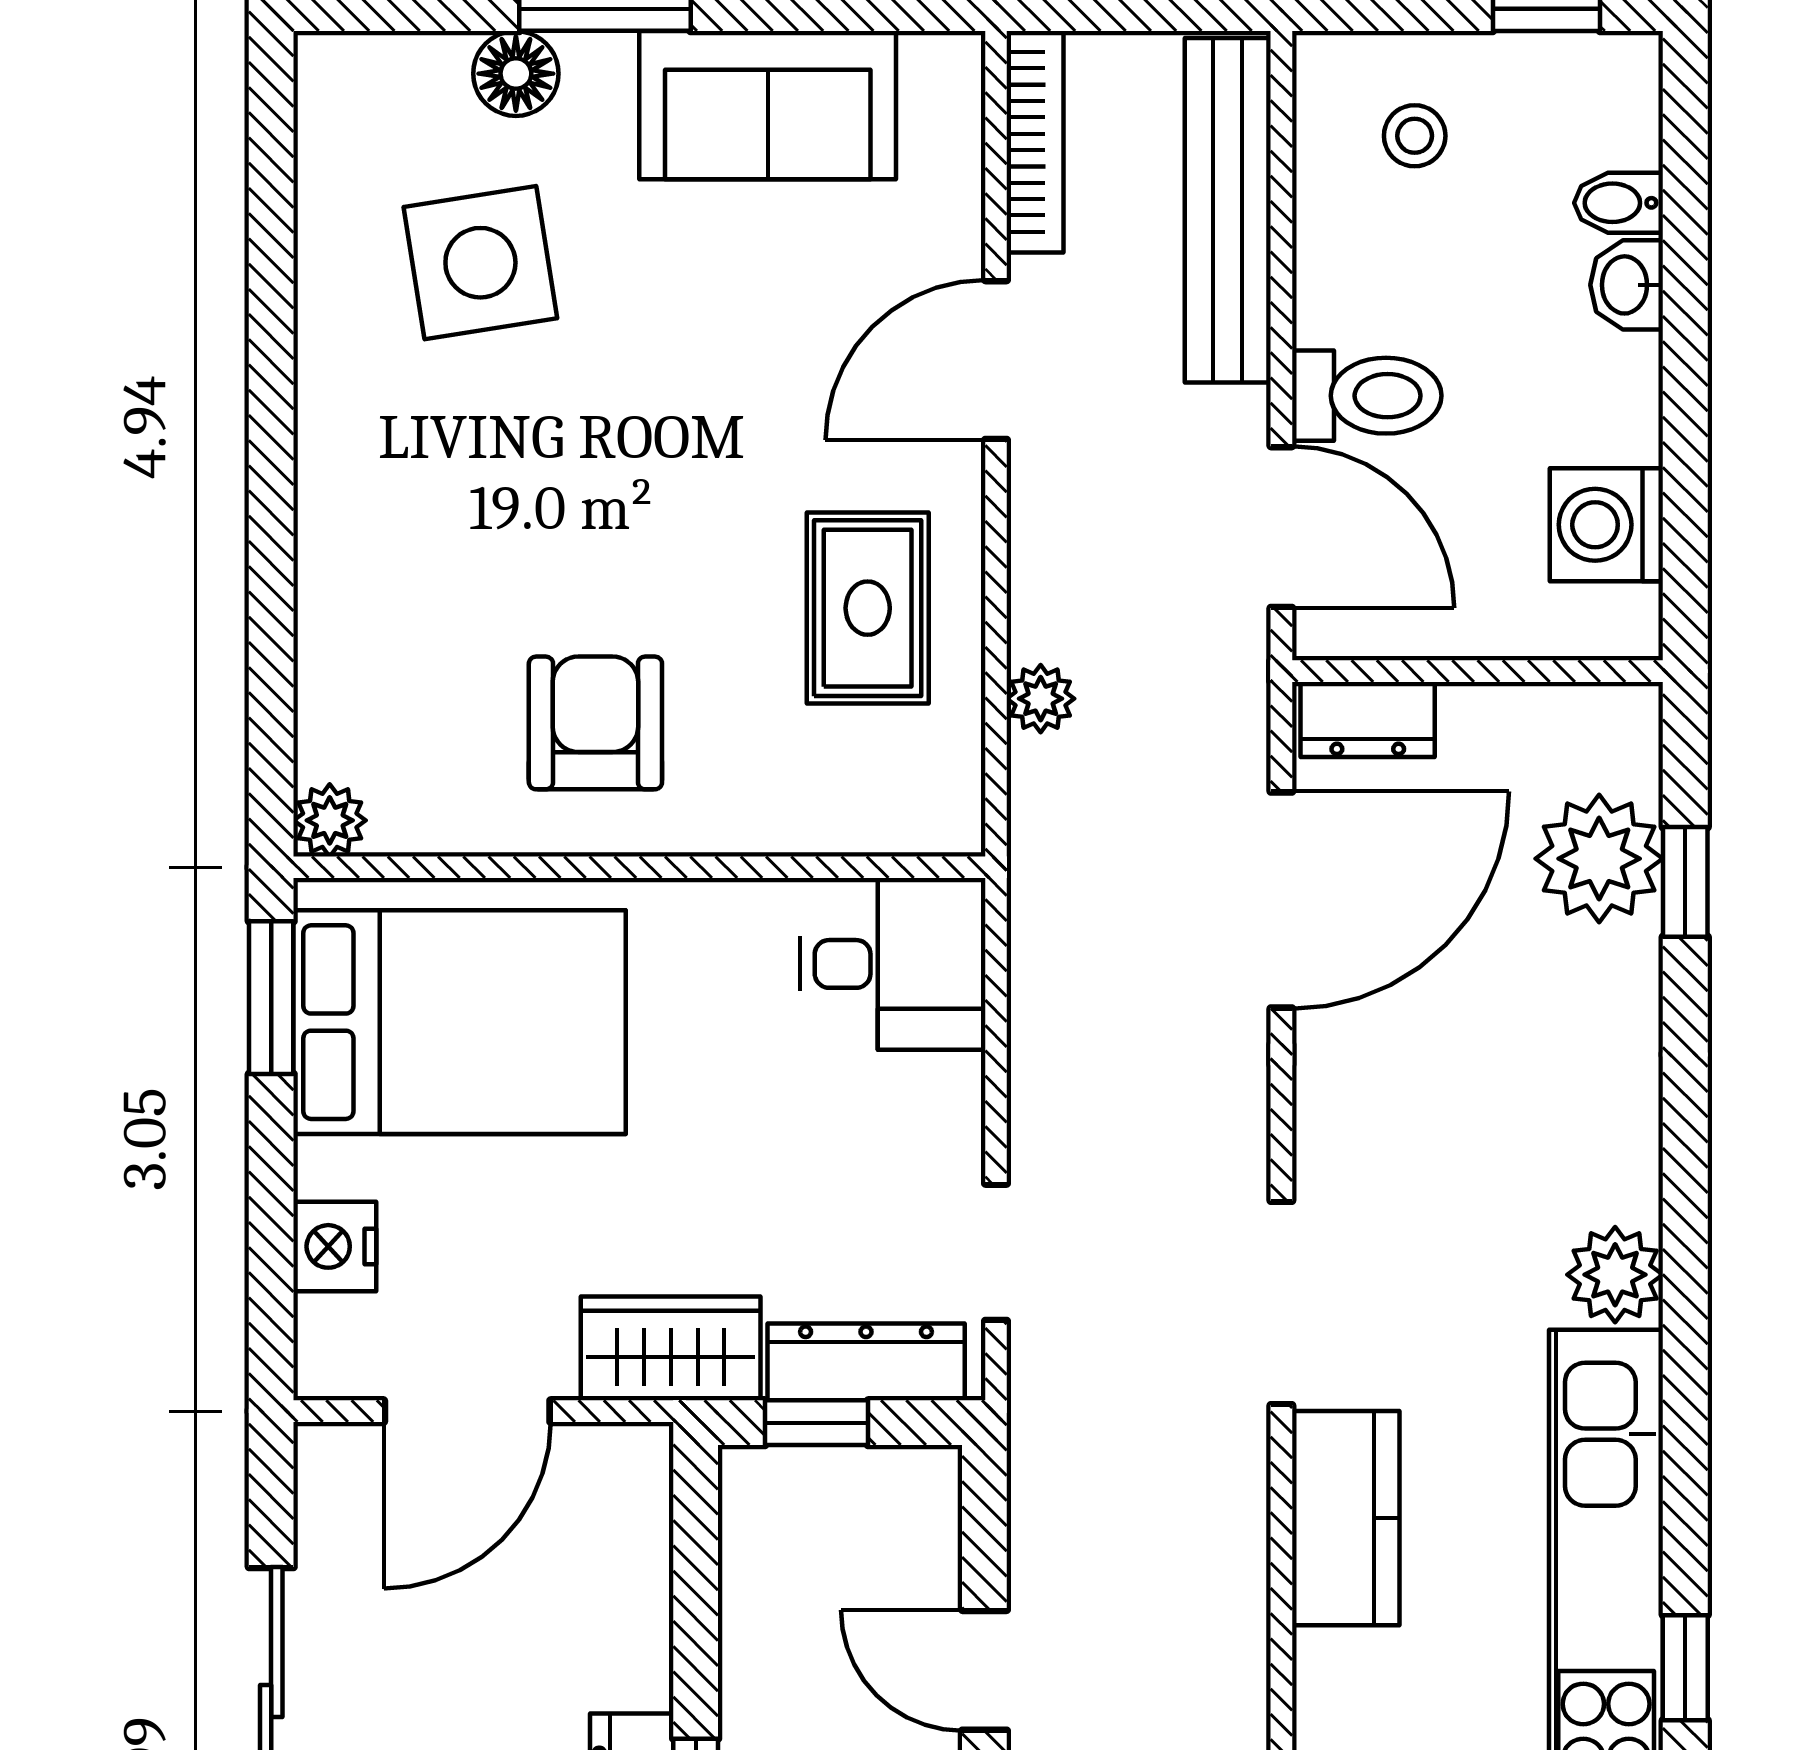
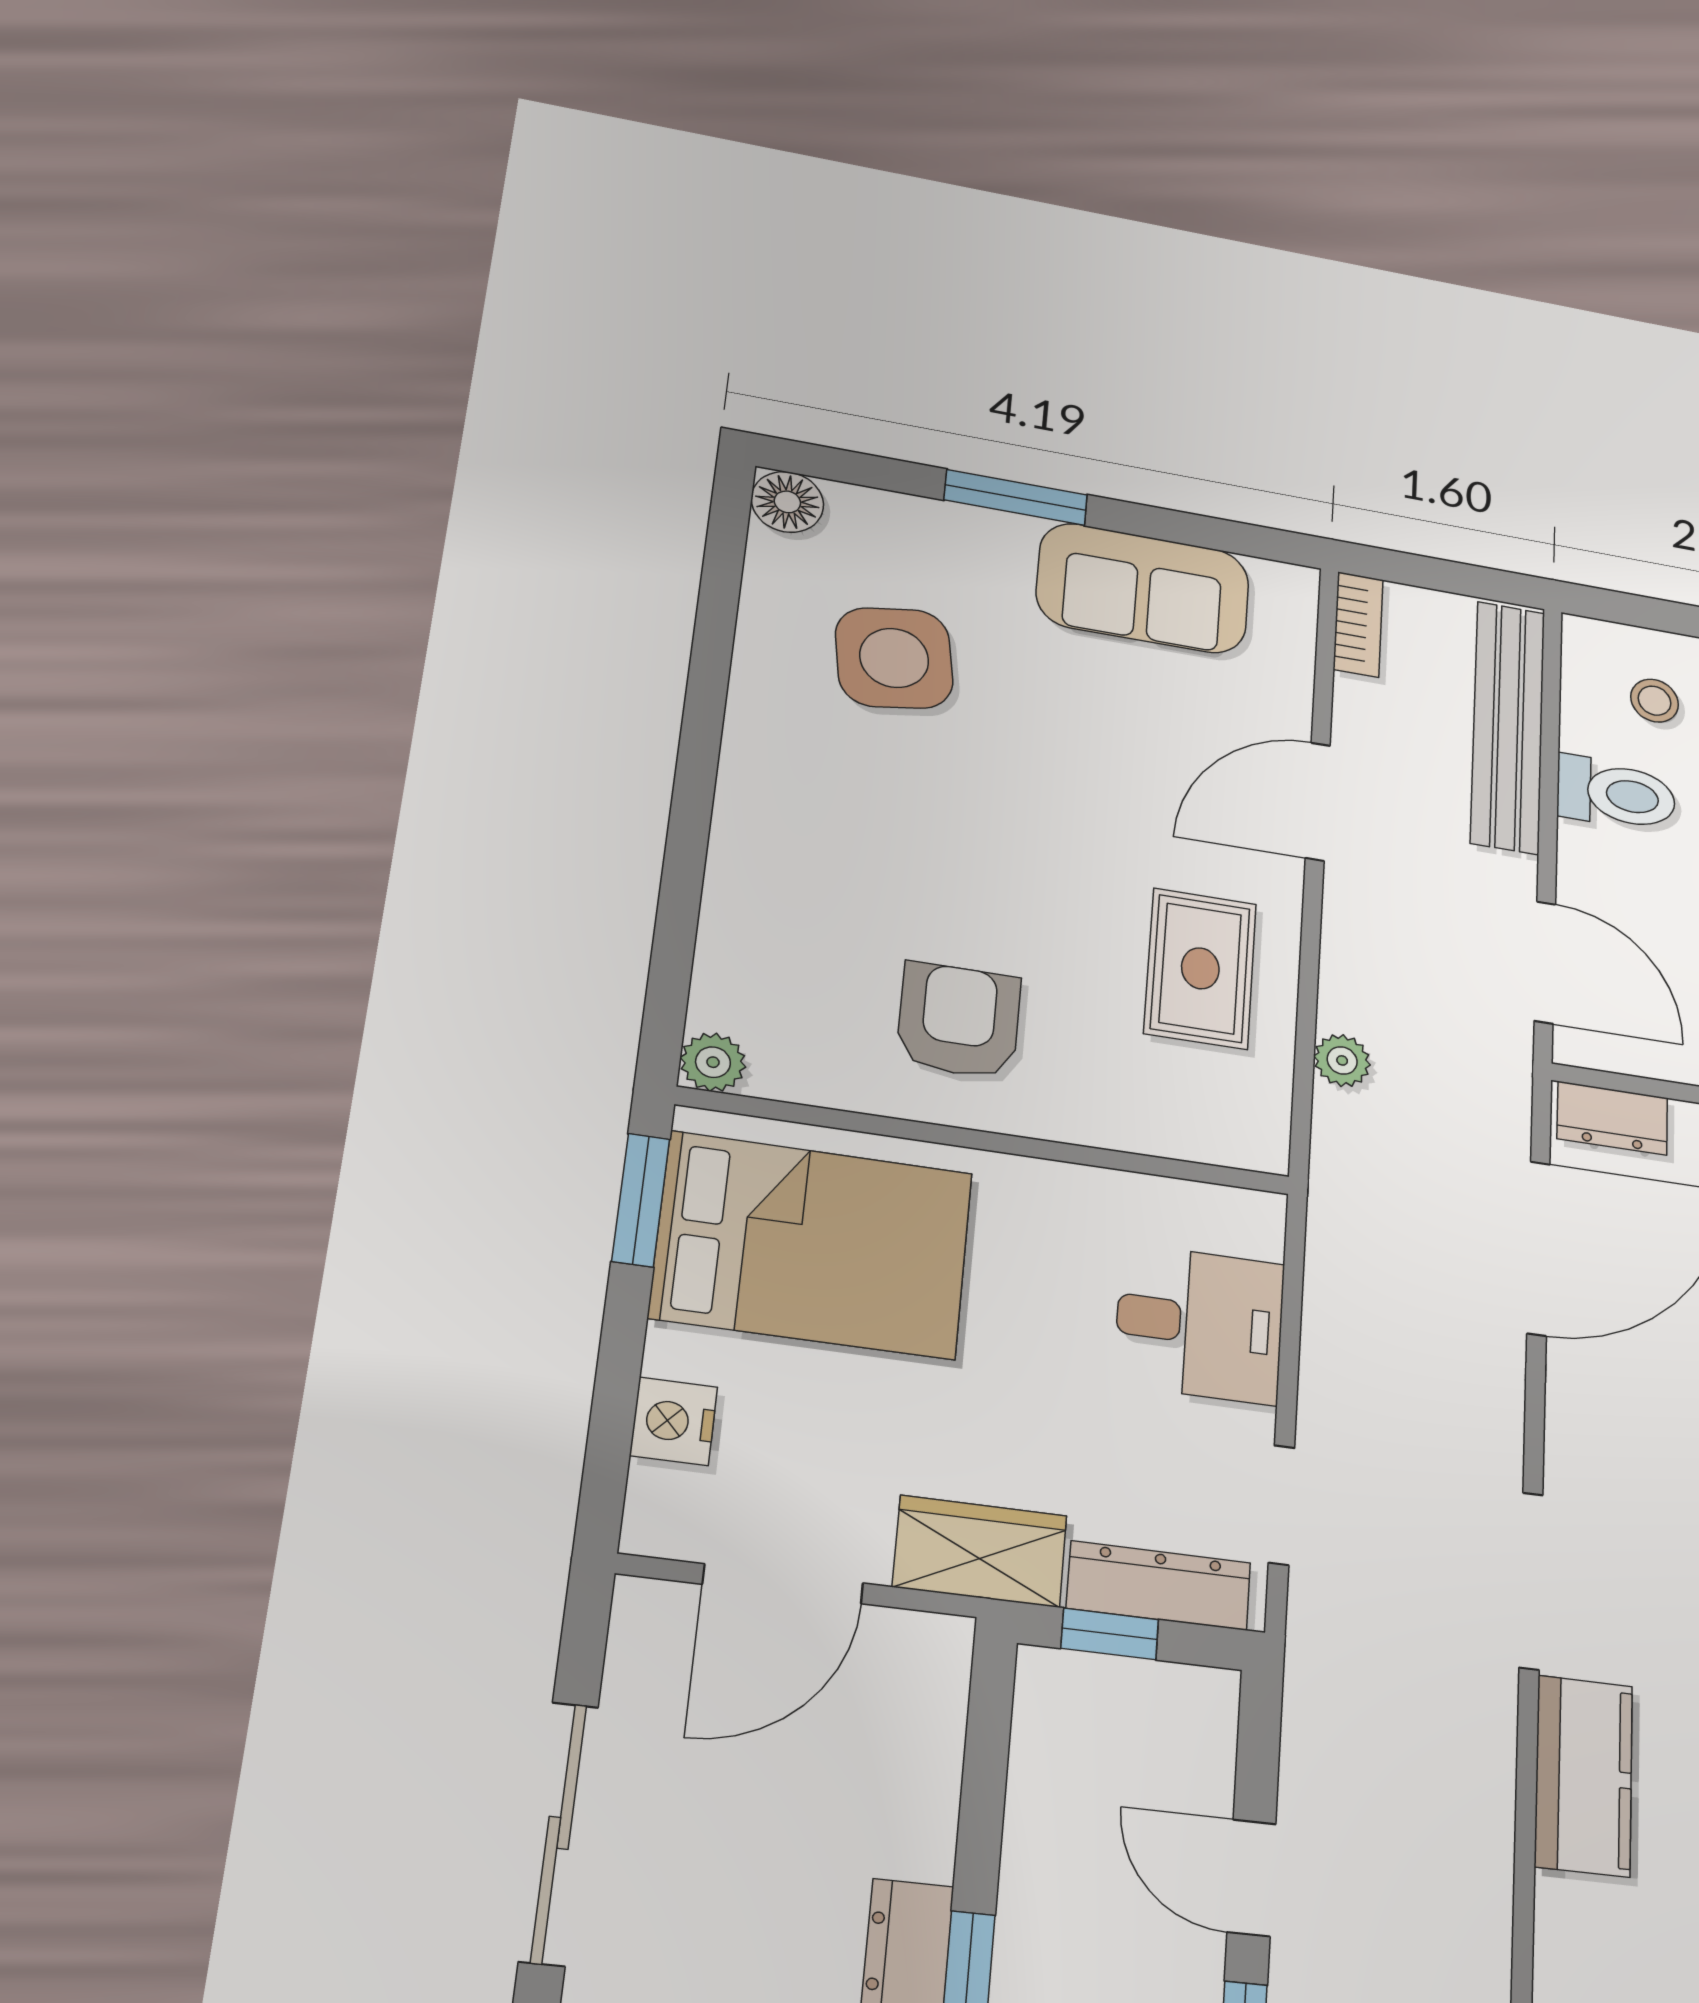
floor lamp: (516, 74) -> (787, 502), moved
bookcase: (1035, 142) -> (1358, 624), width x0.64
toilet: (1367, 396) -> (1616, 794), moved
desk: (893, 964) -> (1200, 1324), moved

